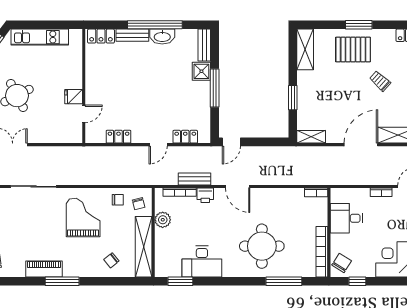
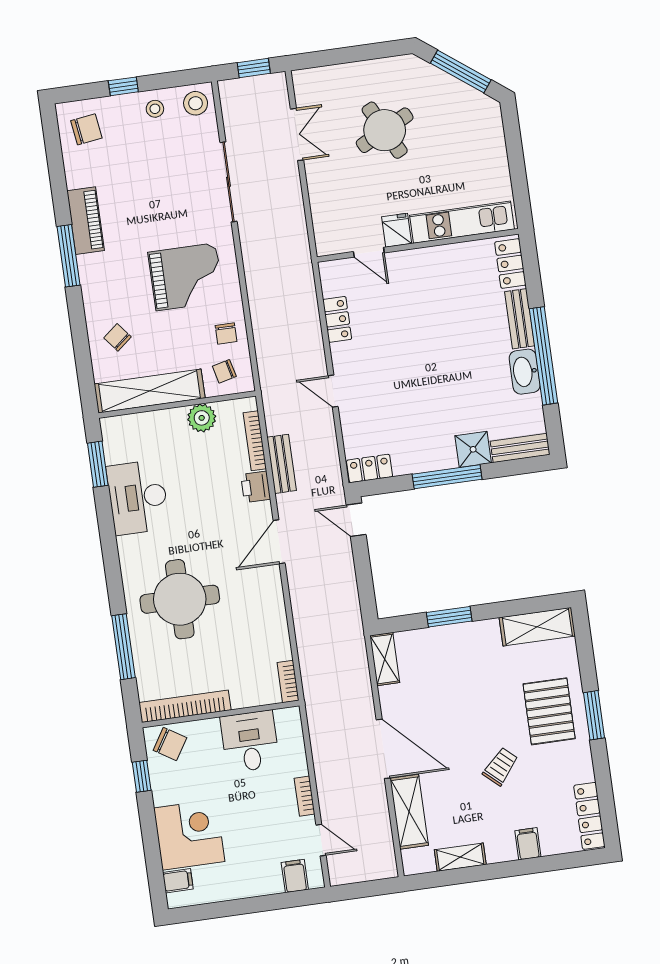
kitchen unit: (40, 37) -> (462, 222), moved, turned 90
locker: (185, 137) -> (370, 468), moved, turned -90

